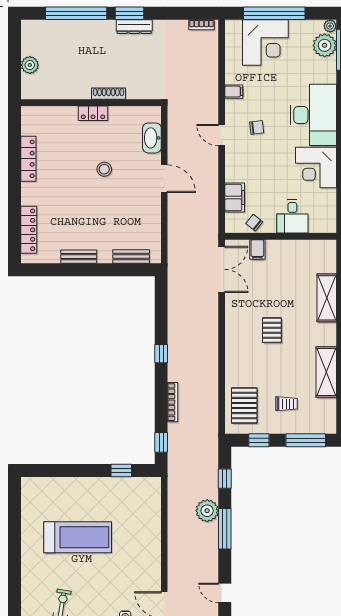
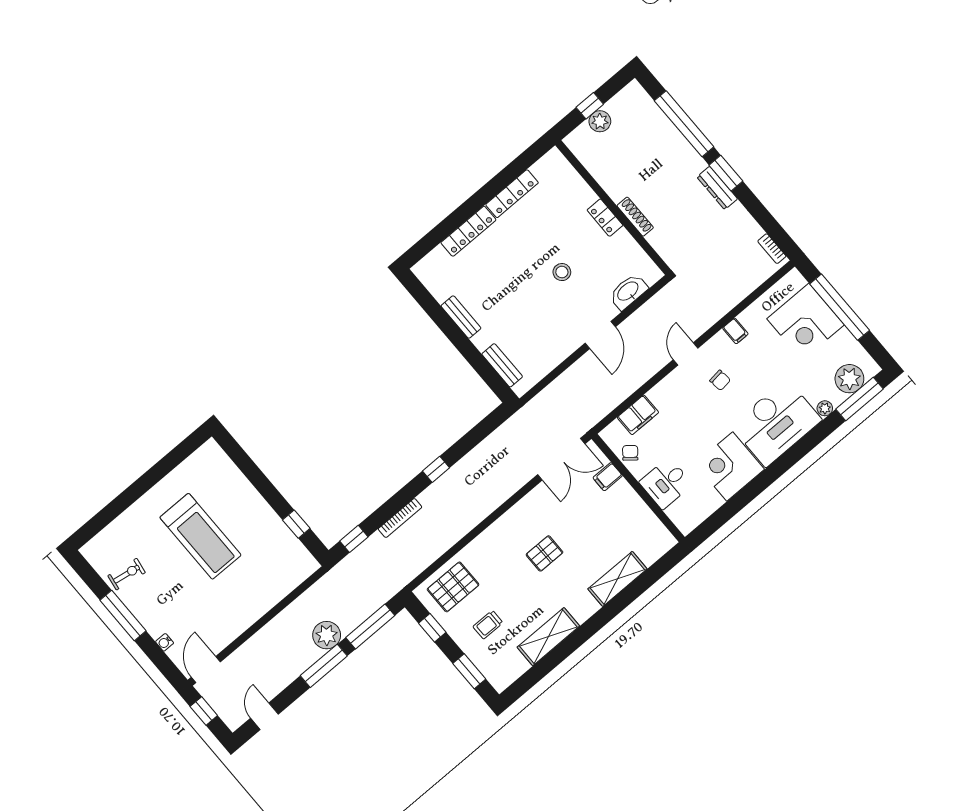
plant: (330, 26) -> (825, 408), moved
window: (15, 63) -> (590, 106), added
locker: (29, 230) -> (468, 231), moved
trolley: (287, 404) -> (488, 625), turned 90
window: (306, 440) -> (469, 671), width x0.69
window: (225, 479) -> (370, 626), width x2.17

